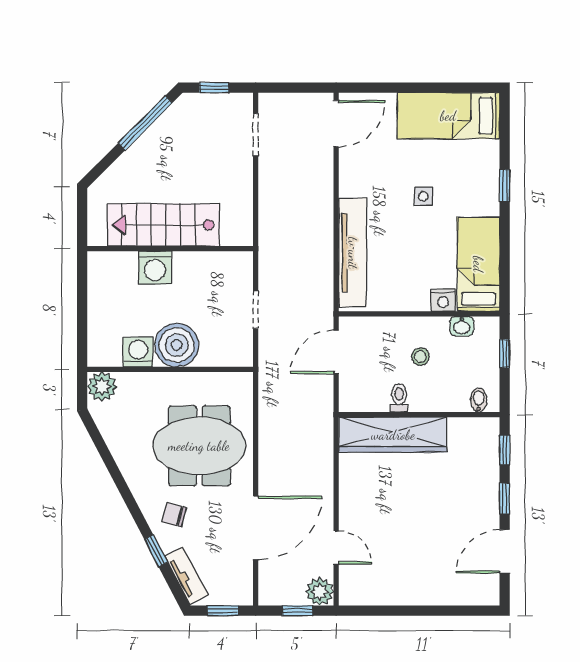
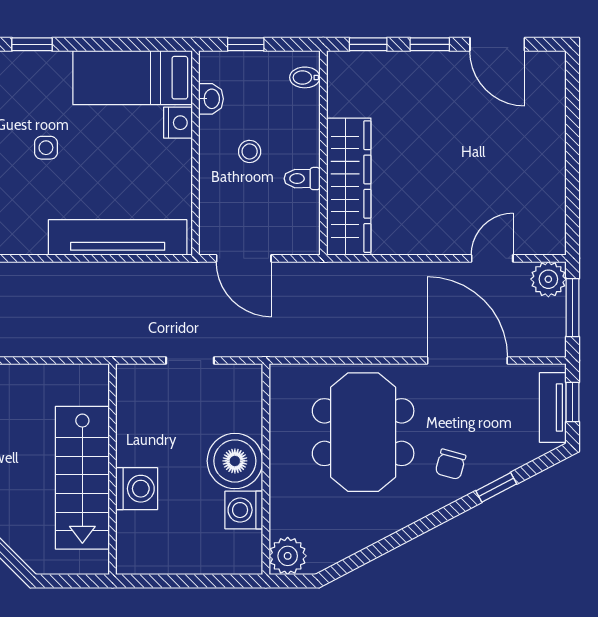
tv unit: (186, 576) -> (553, 407), moved, turned -62
window: (297, 611) -> (572, 308), width x1.50

